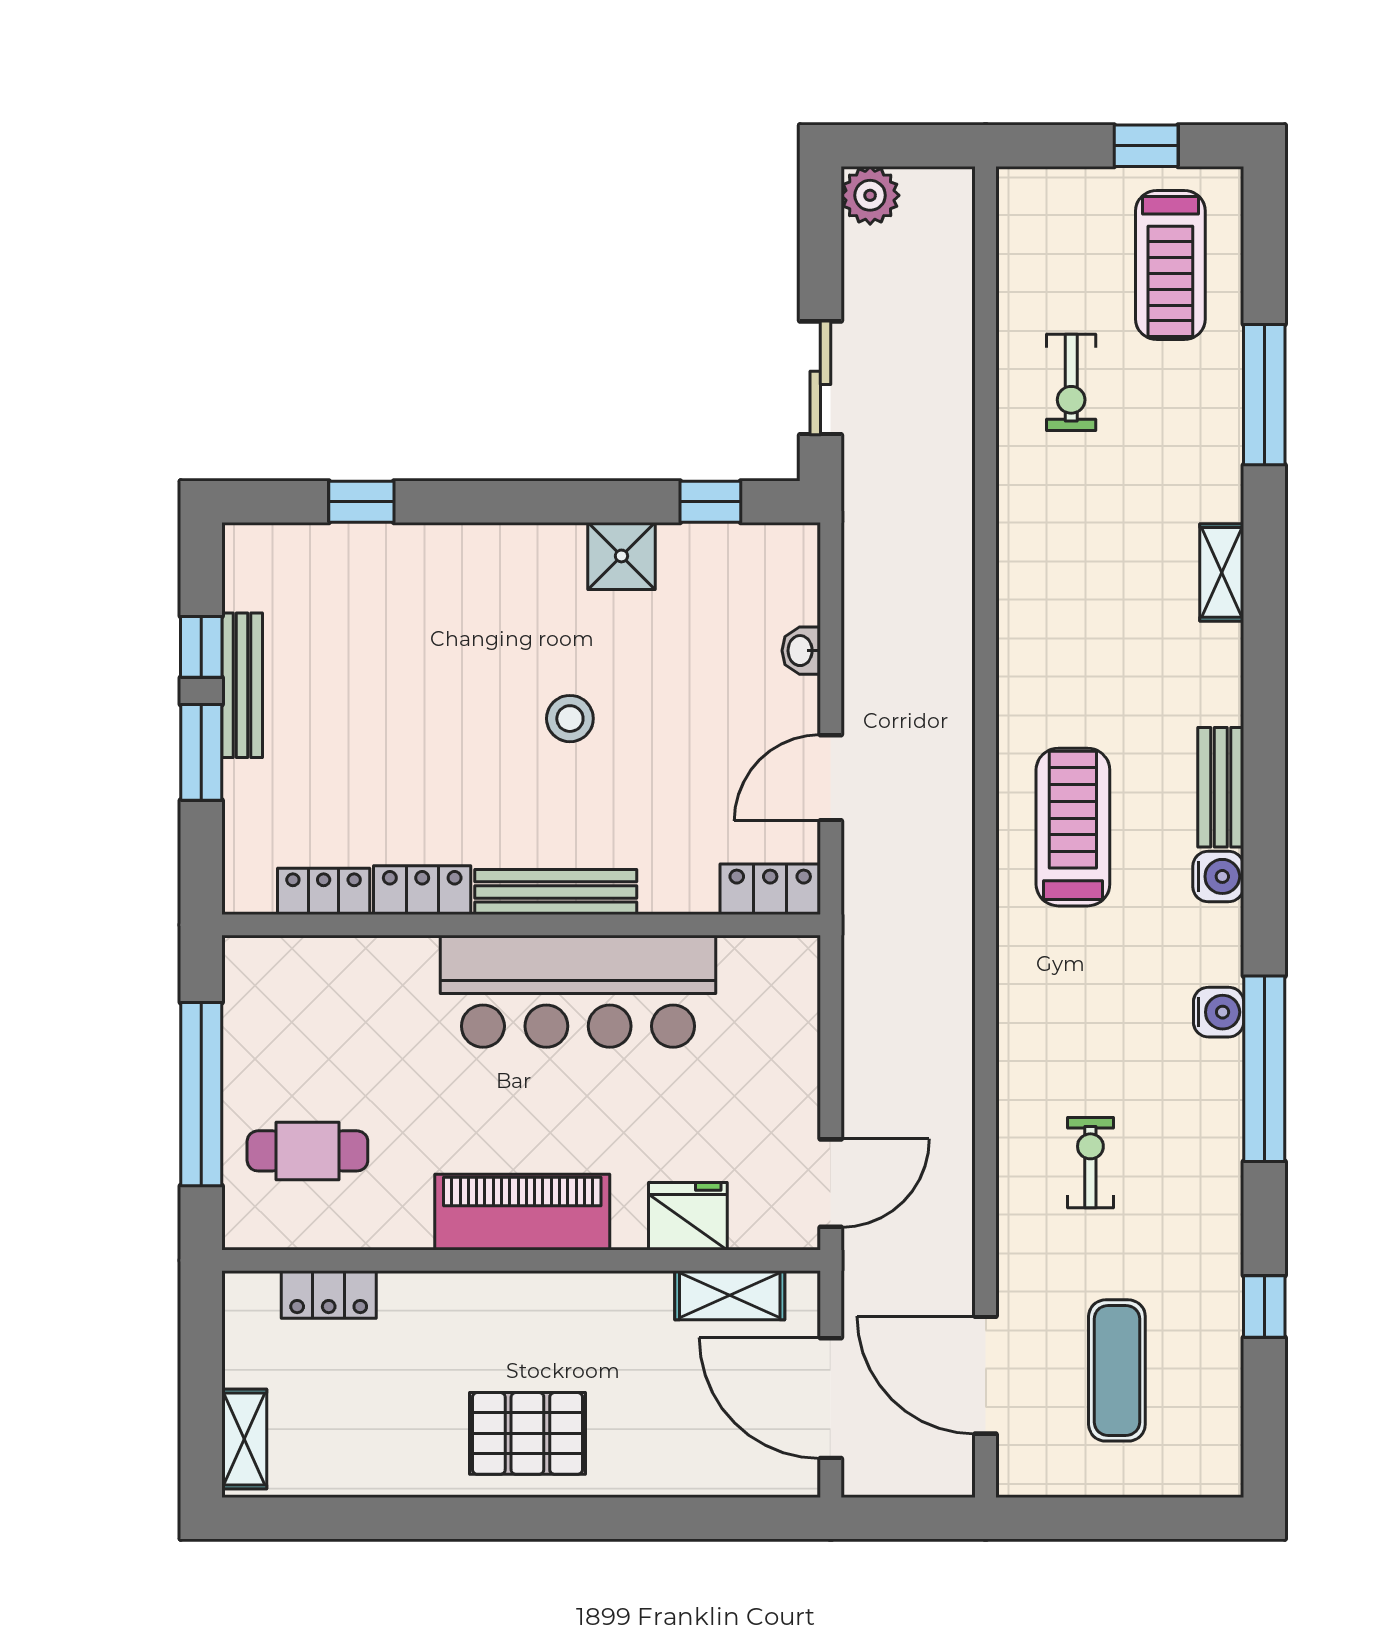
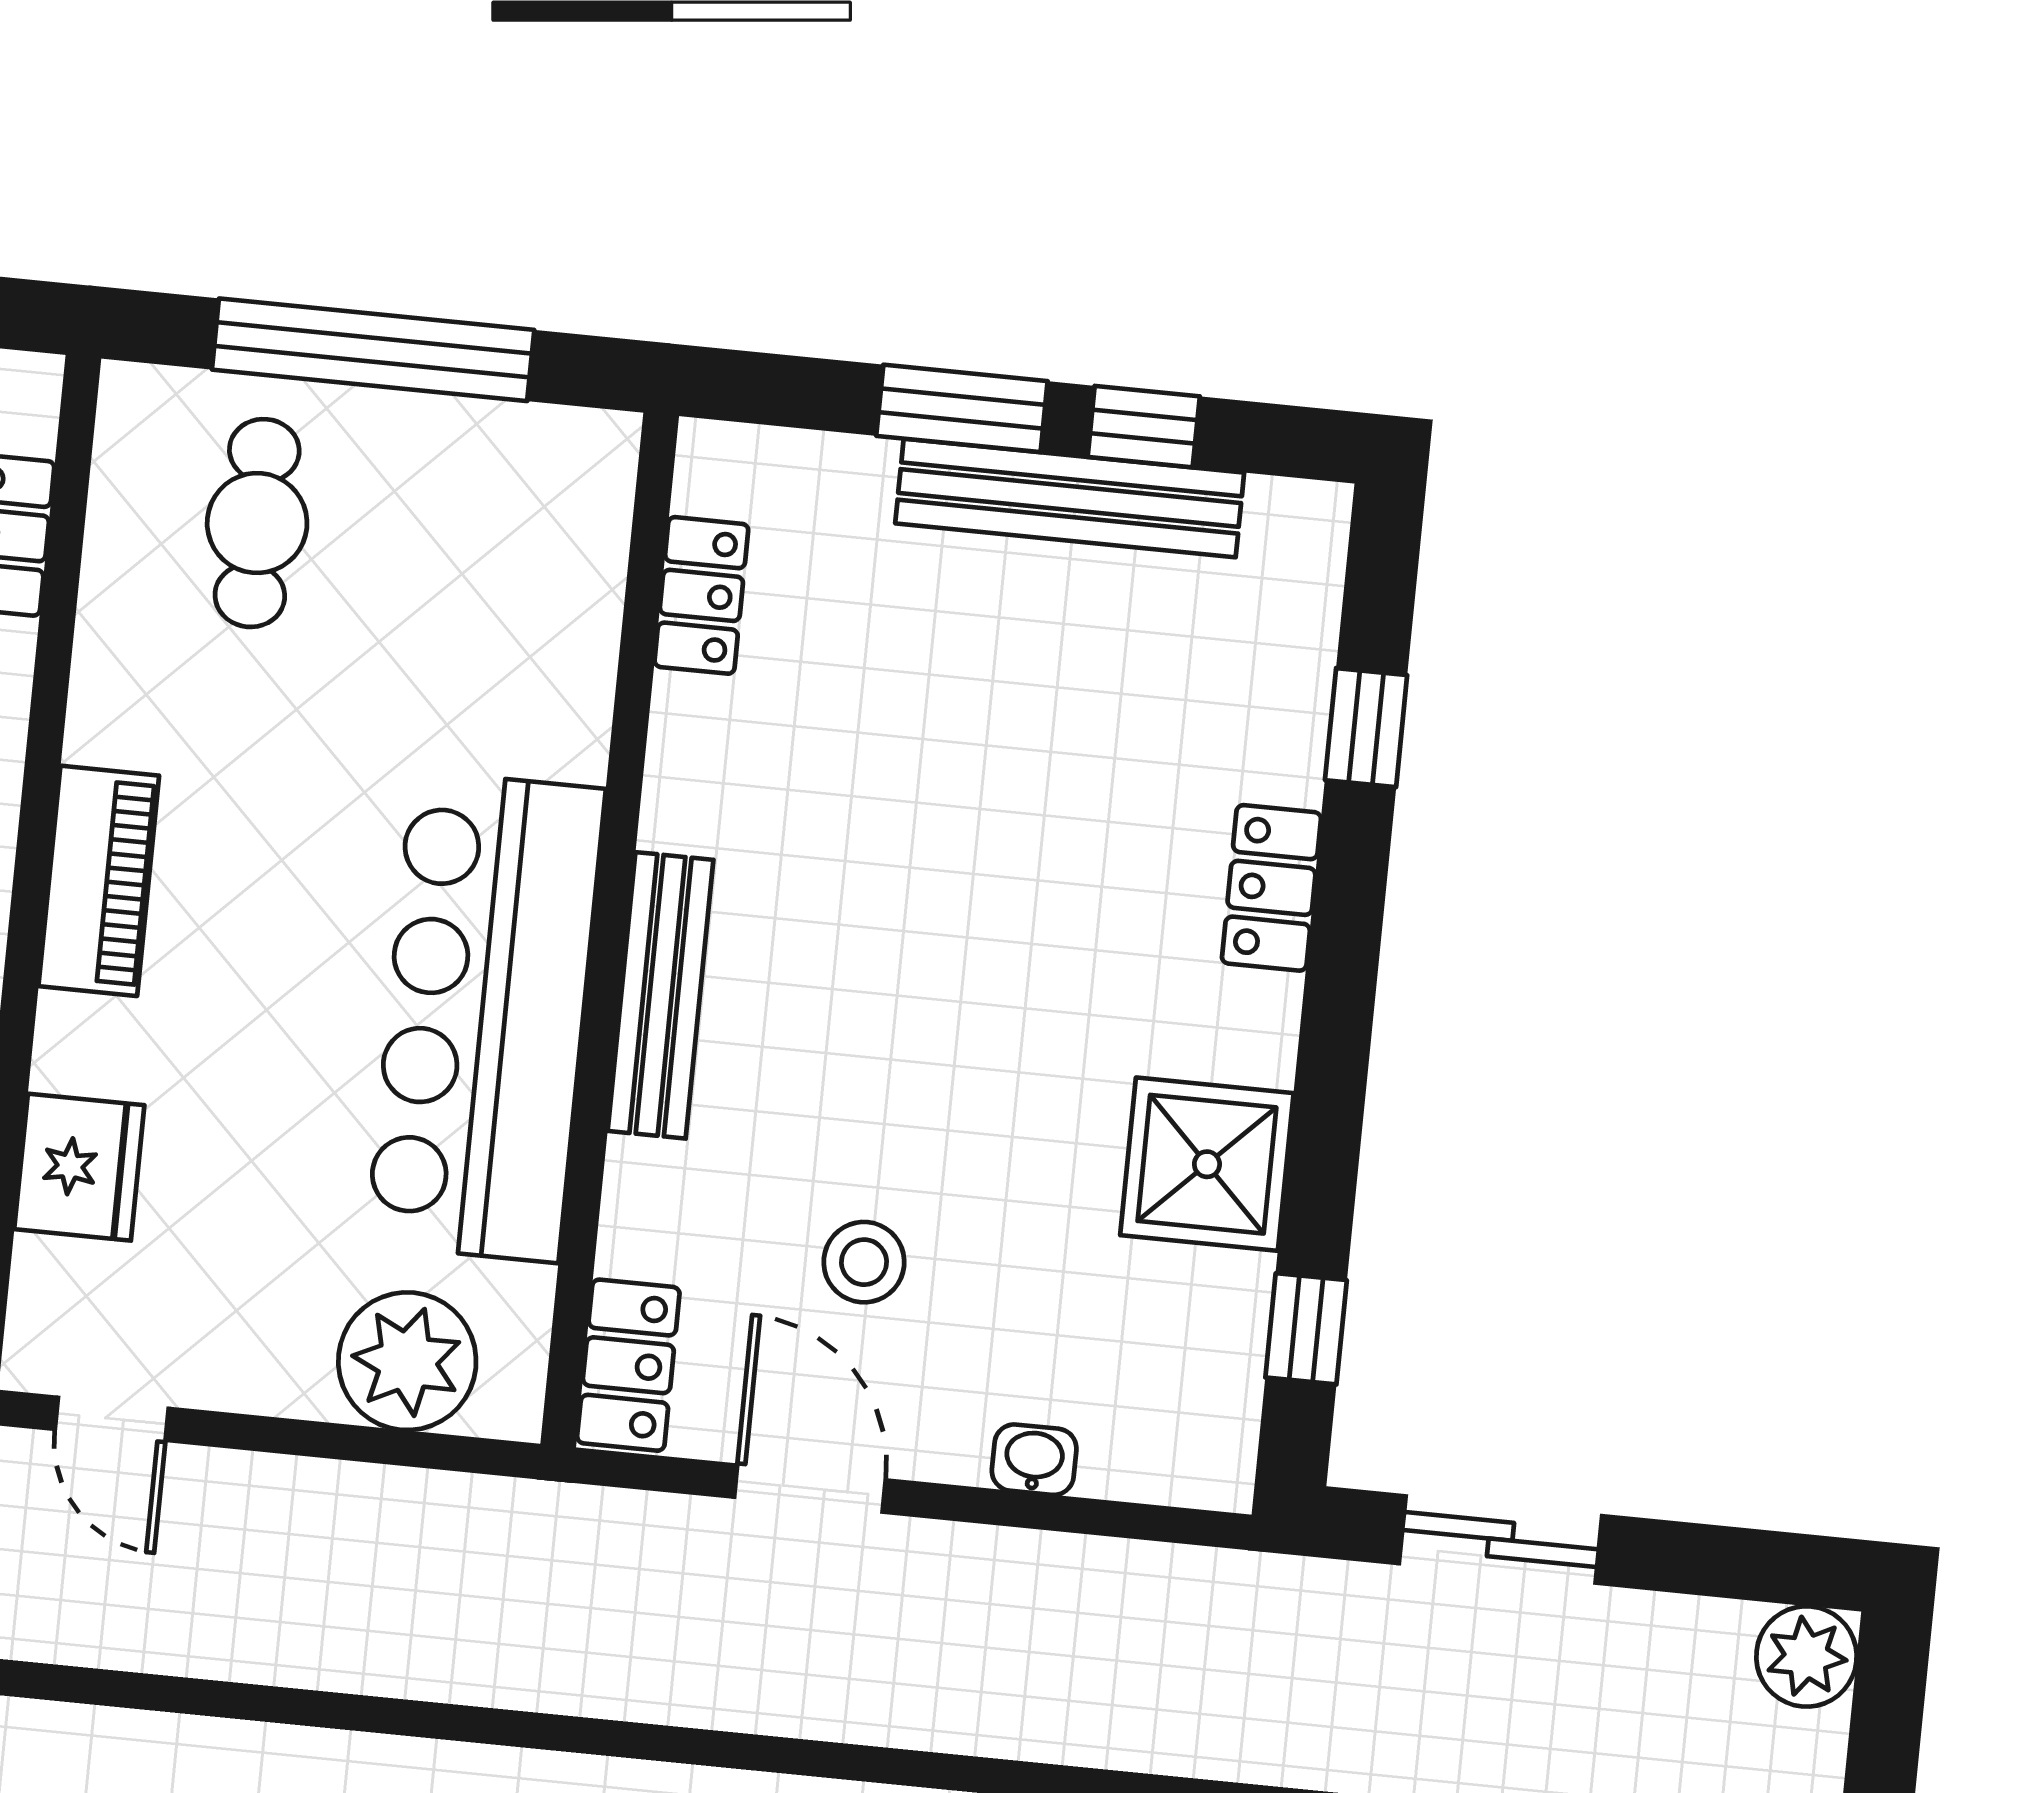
shower: (621, 556) -> (1207, 1164), width x1.36, depth x1.36
bench: (242, 685) -> (1070, 498), width x1.37, depth x1.21
stool: (570, 719) -> (864, 1262), moved
locker: (422, 890) -> (1271, 888), moved, turned 180
plant: (781, 1017) -> (407, 1361), added
door: (831, 1183) -> (112, 1419), width x0.73
piano: (522, 1212) -> (99, 881), width x0.73, depth x0.75

